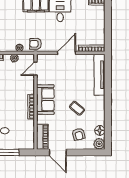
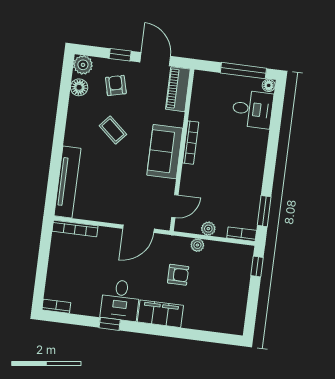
armchair: (36, 44) -> (178, 275), moved
door: (67, 53) -> (138, 229), moved
window: (78, 152) -> (120, 55), added

